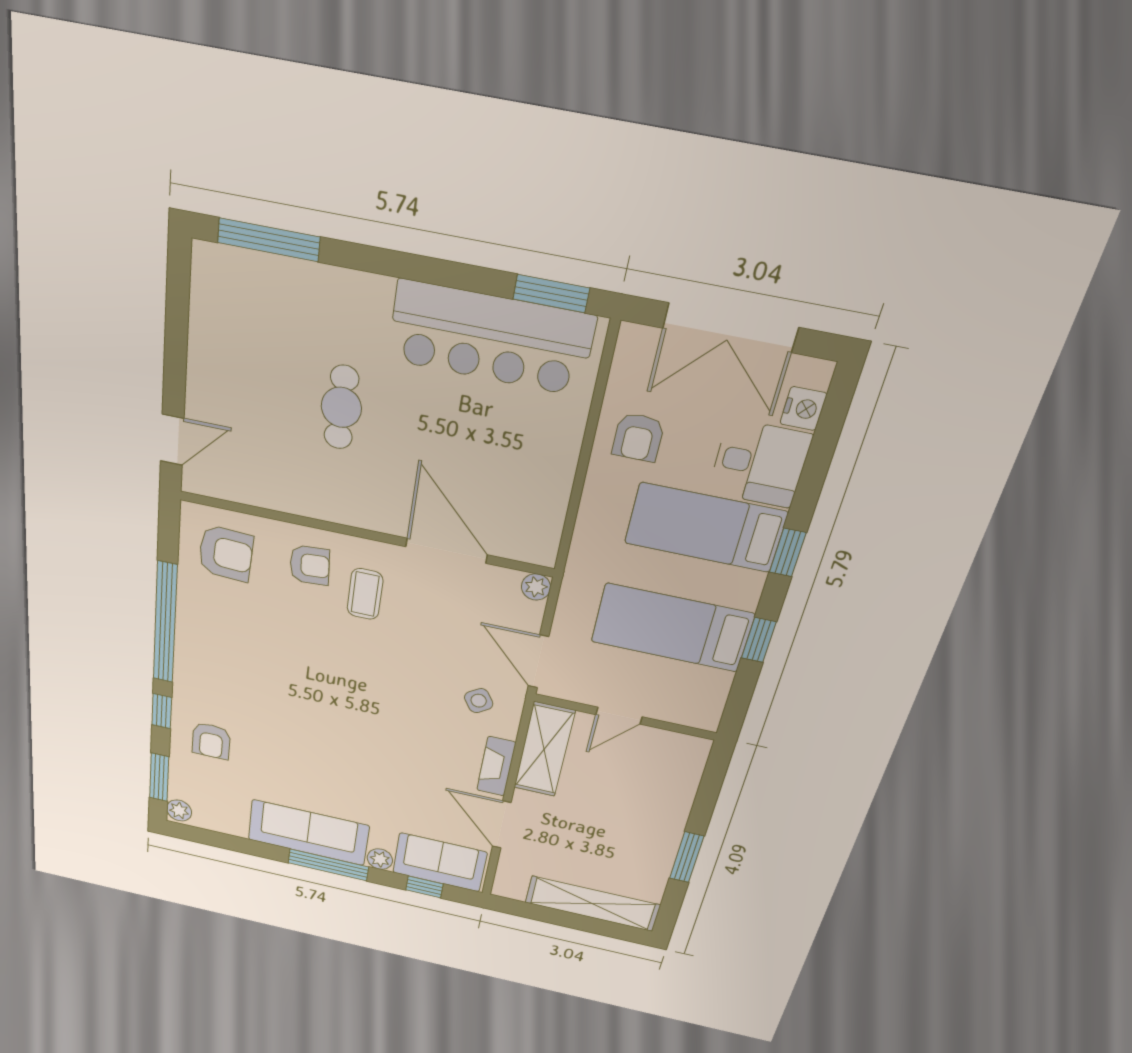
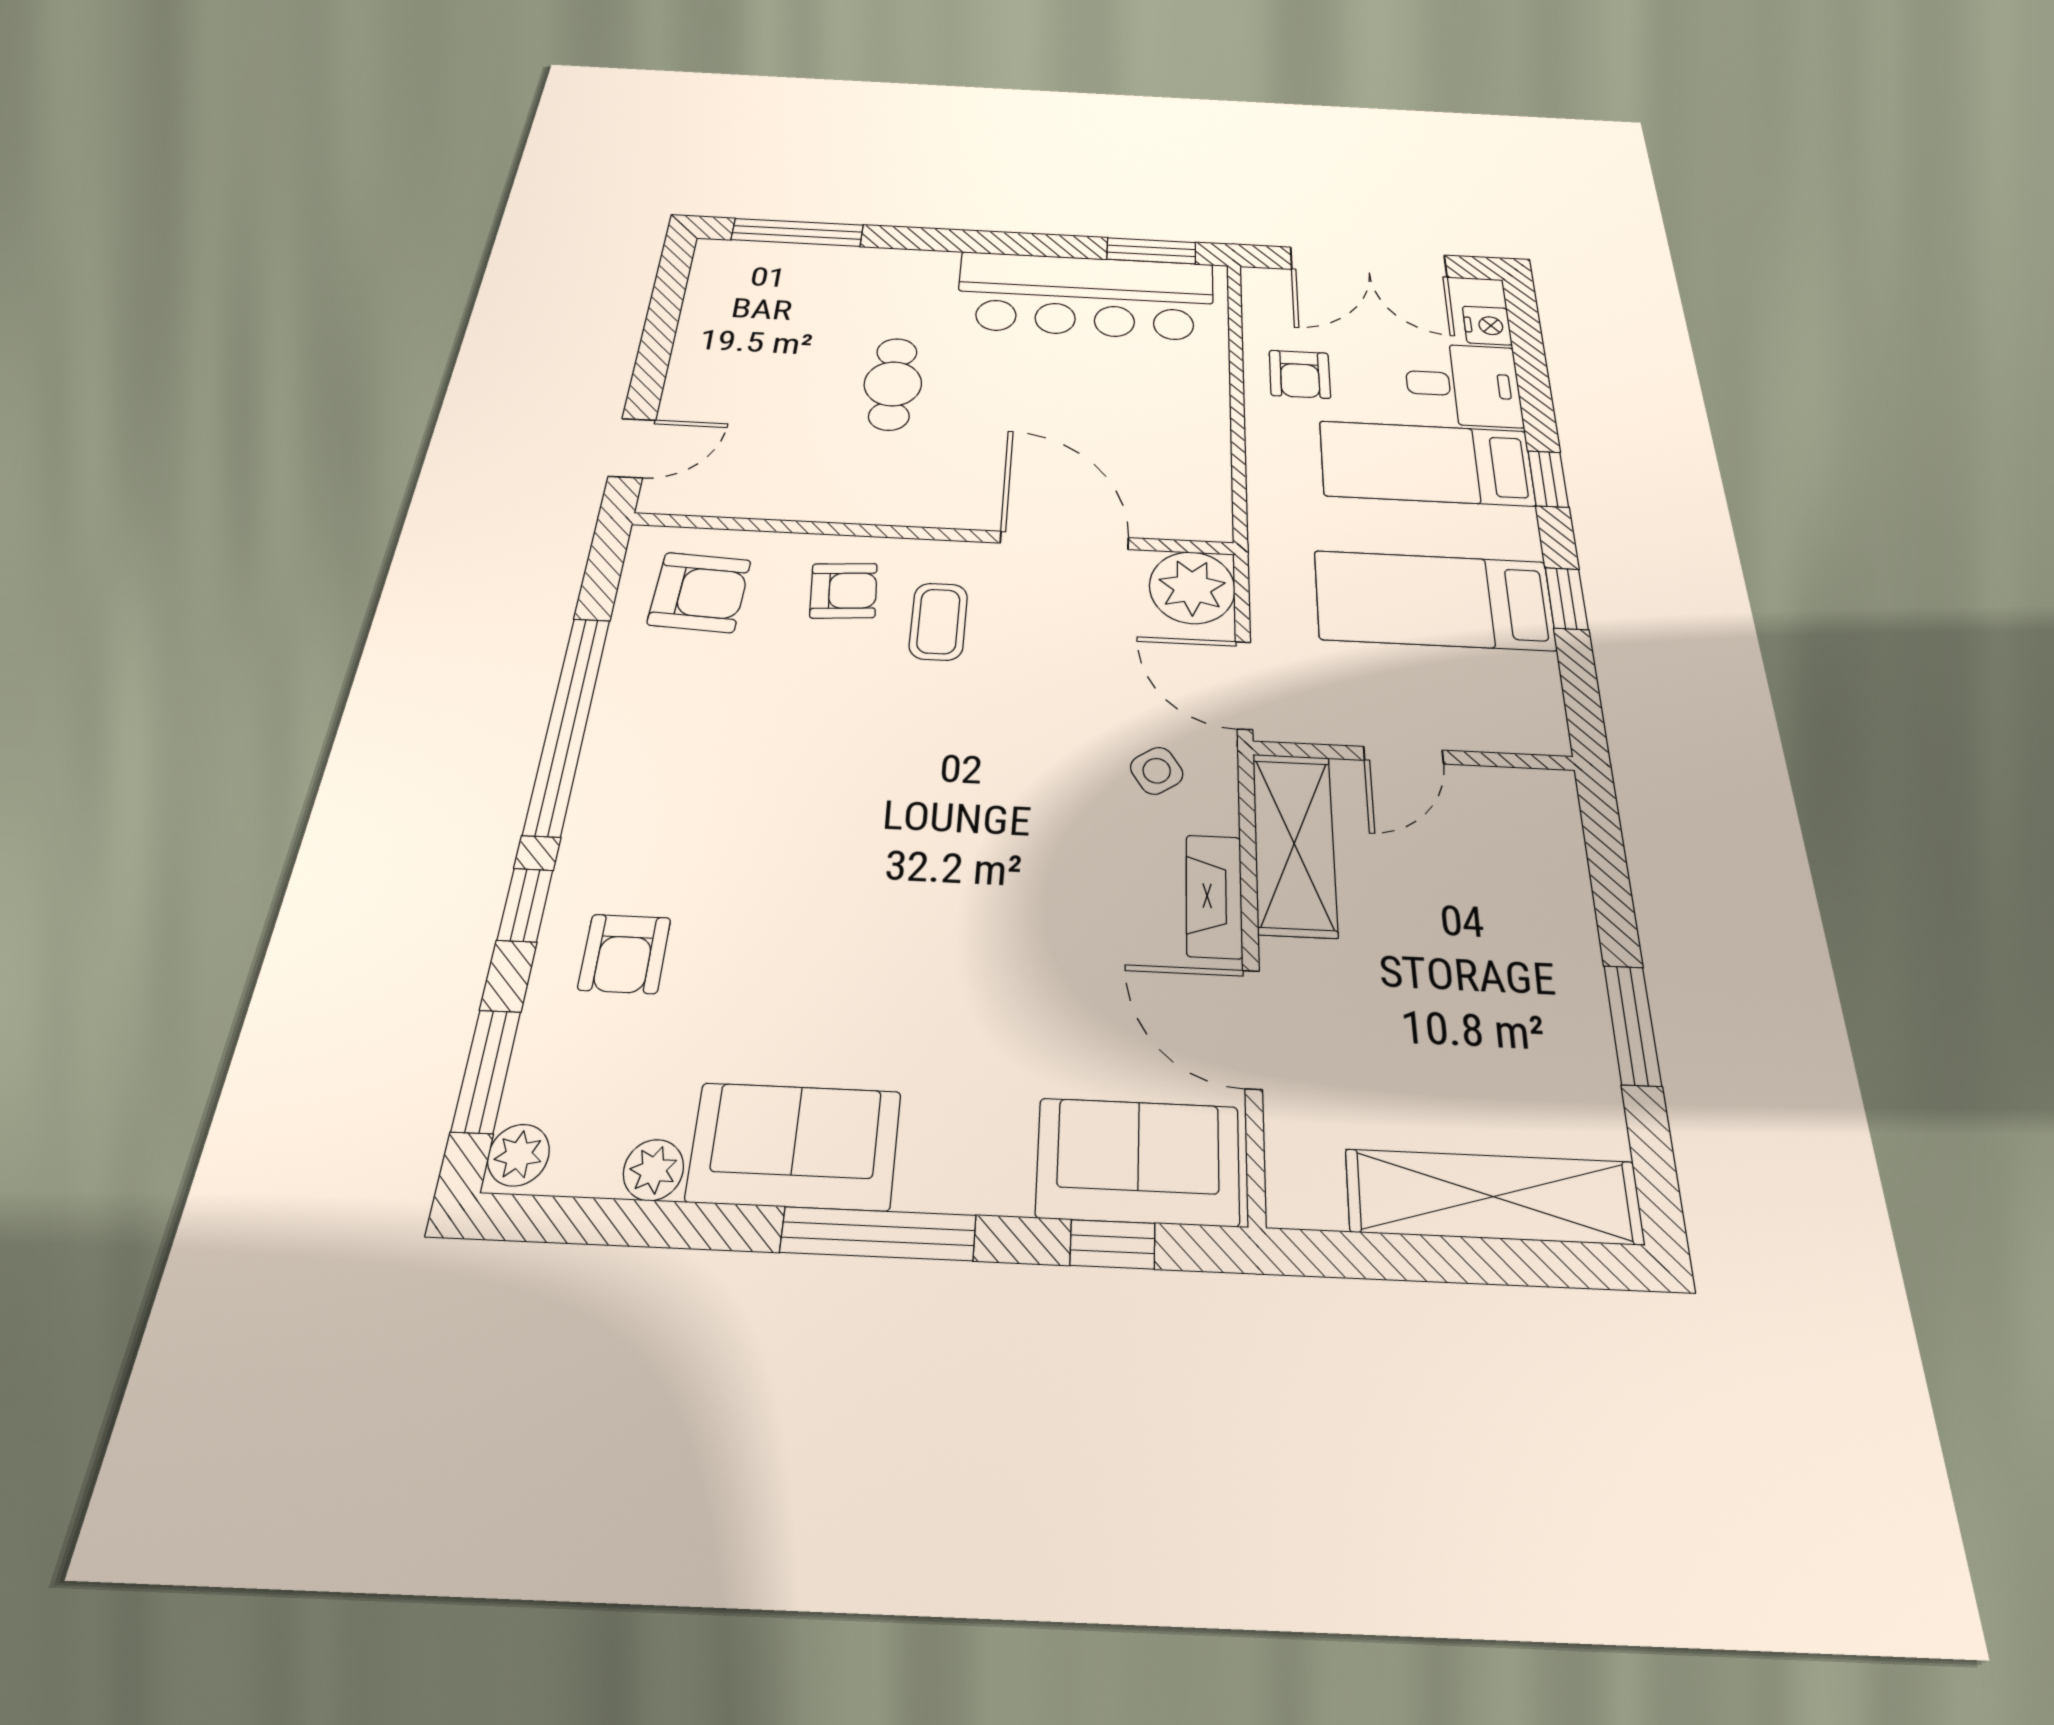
plant: (536, 587) -> (1192, 587), width x1.87, depth x1.87
sofa: (308, 833) -> (795, 1146), width x0.73
plant: (380, 859) -> (653, 1170), moved

